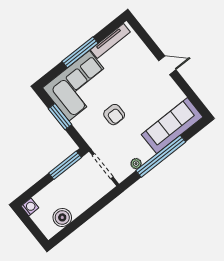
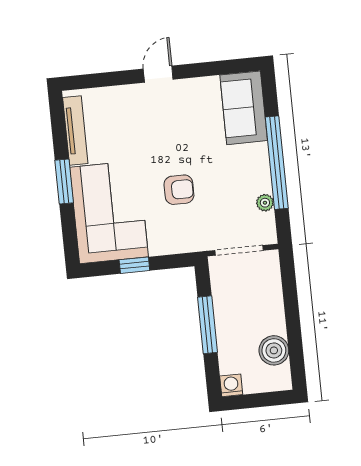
window: (80, 52) -> (64, 182), width x0.69
window: (60, 117) -> (134, 265), width x0.67
sofa: (172, 126) -> (244, 108), width x0.73
window: (65, 165) -> (207, 325), moved

